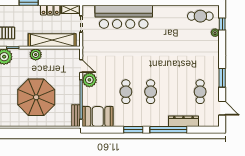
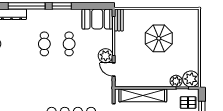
plant: (36, 55) -> (176, 81), moved
parasol: (36, 97) -> (159, 38), width x0.73, depth x0.73

